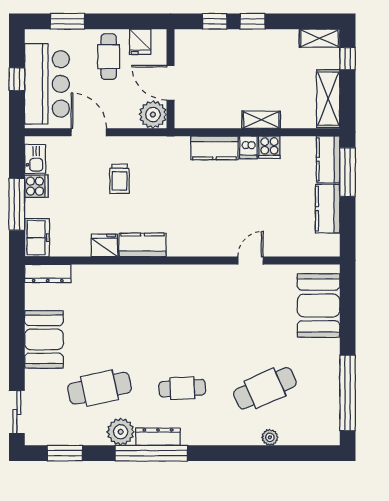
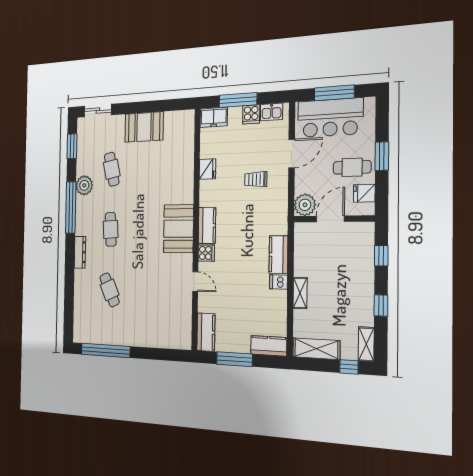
window: (67, 21) -> (382, 156), moved
window: (253, 21) -> (381, 305), moved
window: (17, 79) -> (334, 93), width x2.17
cooker: (269, 147) -> (206, 253), moved, turned 180
window: (348, 172) -> (234, 359), moved
kitchen counter: (328, 209) -> (206, 332), moved, turned 90
kitchen counter: (143, 245) -> (207, 225), moved
dresser: (48, 274) -> (188, 127), removed
booth: (319, 305) -> (178, 229), moved, turned 90
cafe table: (100, 388) -> (112, 169), width x0.73, depth x0.74
cafe table: (265, 388) -> (110, 290), width x0.73, depth x0.74
dresser: (158, 437) -> (80, 252), moved
plant: (270, 437) -> (79, 292), removed

